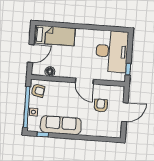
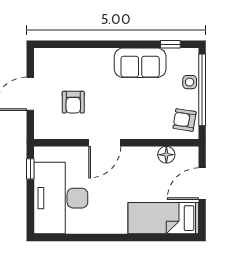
door: (84, 81) -> (105, 143), swing flipped
sofa: (61, 125) -> (140, 63), width x0.73

